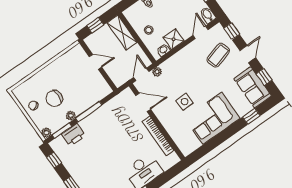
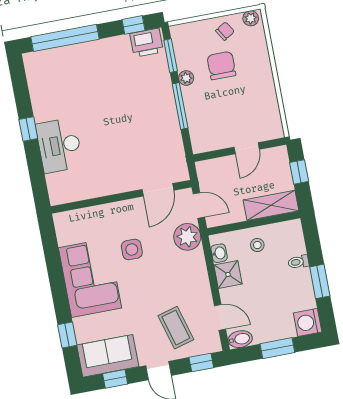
plant: (157, 72) -> (187, 237), width x1.88, depth x1.88
plant: (46, 133) -> (251, 18), moved
printer: (74, 135) -> (147, 43), moved, turned -90
bookcase: (158, 136) -> (100, 189), removed

